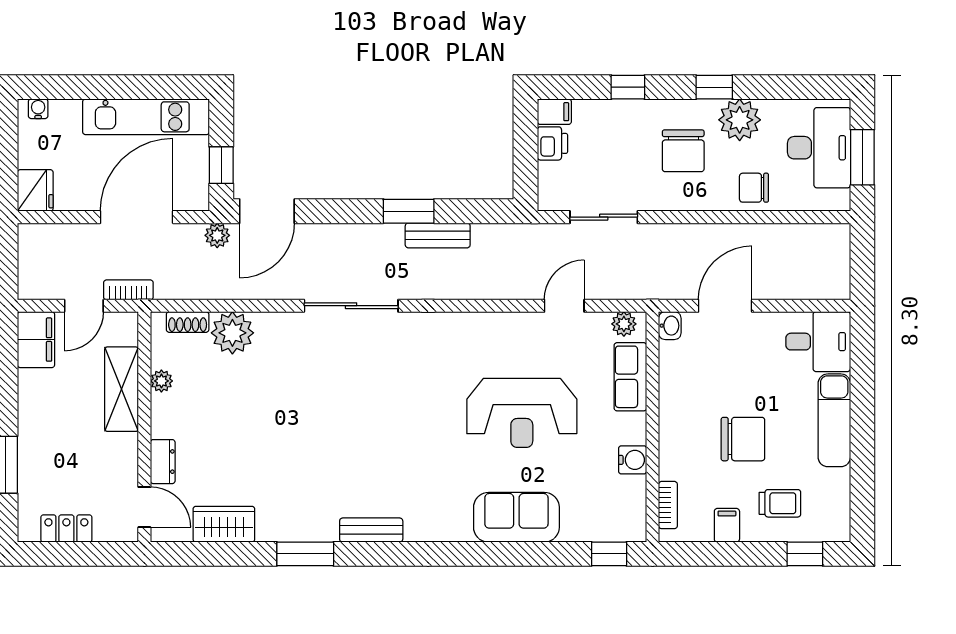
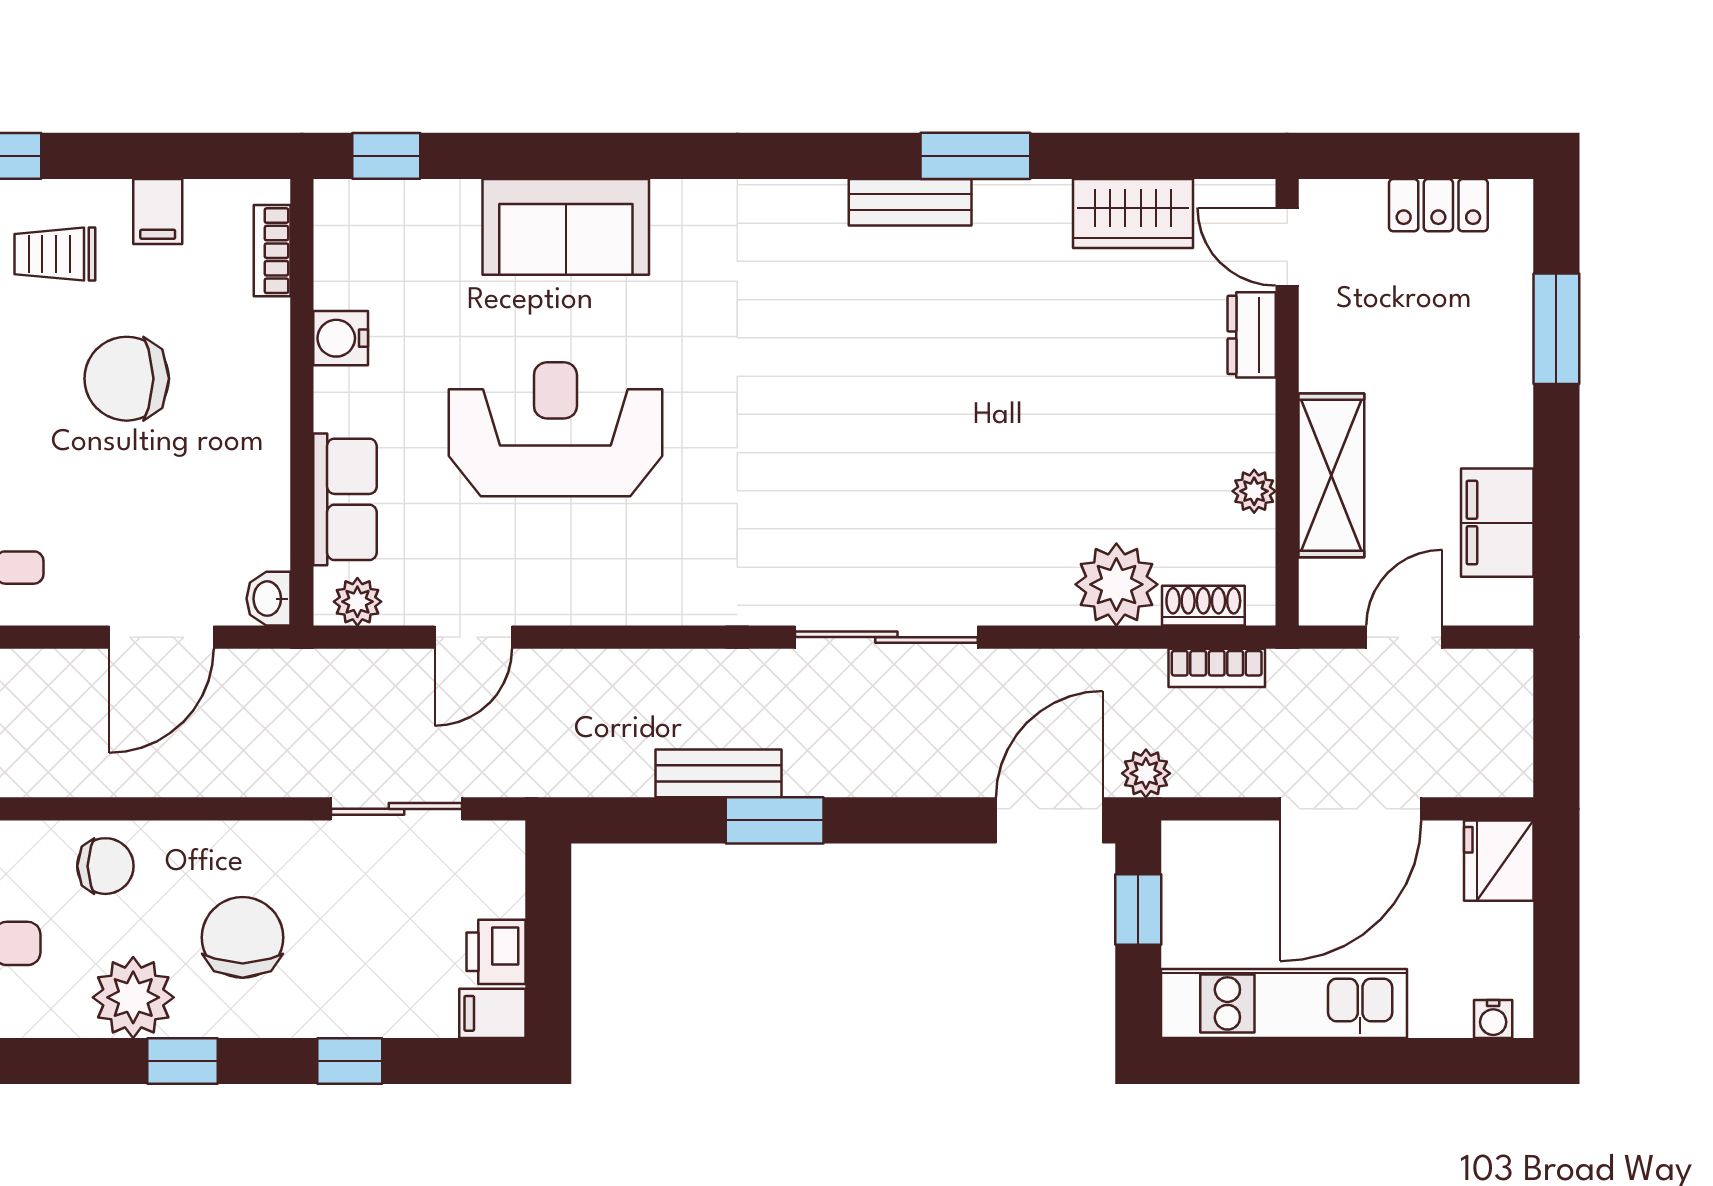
door: (137, 217) -> (1351, 809), moved
bookcase: (128, 290) -> (1217, 668), moved
filing cabinet: (36, 340) -> (1497, 523), moved
bench: (371, 530) -> (910, 202), moved

